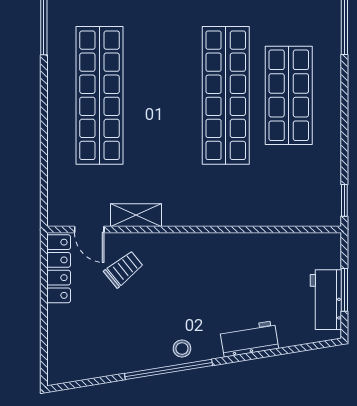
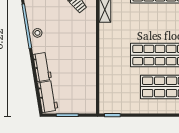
workbench: (326, 300) -> (48, 97), moved, turned 81

